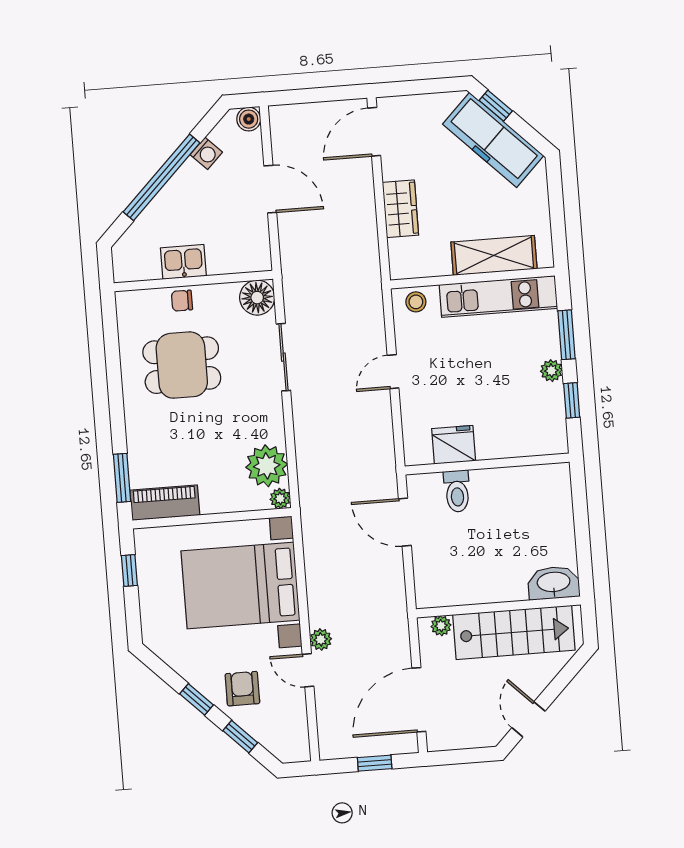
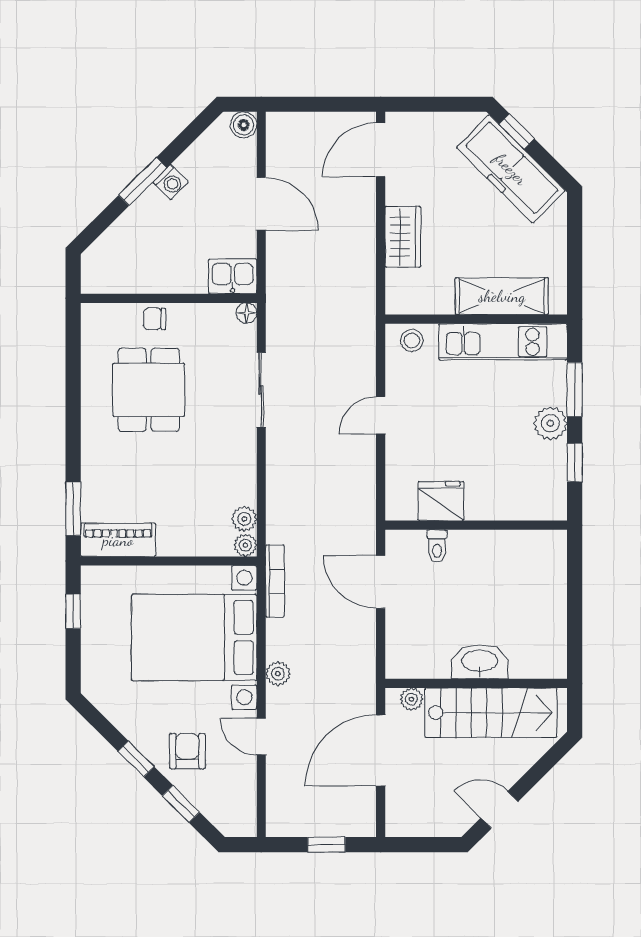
washing machine: (206, 153) -> (171, 182), moved
window: (162, 177) -> (143, 182), width x0.47
kitchen sink: (183, 262) -> (233, 276), moved
floor lamp: (257, 298) -> (247, 313), width x0.53, depth x0.53
dining table: (182, 365) -> (149, 390), turned 90
plant: (551, 371) -> (550, 423), width x1.38, depth x1.38
plant: (267, 466) -> (244, 519), width x0.53, depth x0.53
toilet: (457, 491) -> (437, 546), width x0.73, depth x0.72
bookcase: (309, 529) -> (275, 581), added
washbasin: (554, 583) -> (480, 662), moved
plant: (321, 639) -> (278, 674), moved
door: (419, 700) -> (381, 750), moved
door: (528, 719) -> (499, 810), hinge flipped

